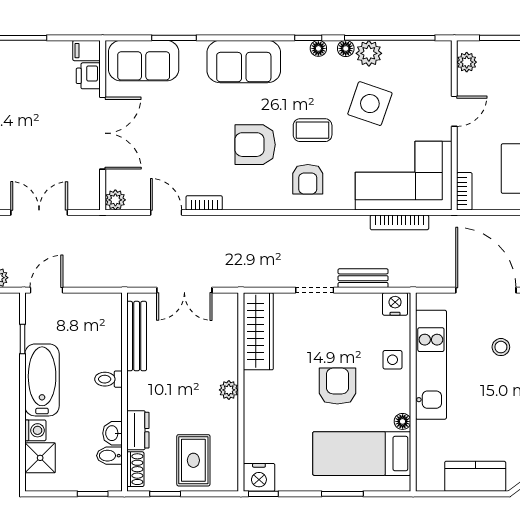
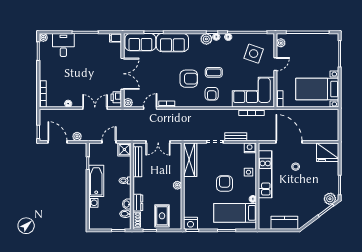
plant: (369, 53) -> (206, 39), moved
sofa: (244, 62) -> (172, 43), moved
printer: (88, 76) -> (116, 97), moved
side table: (370, 104) -> (254, 54), moved
armchair: (255, 145) -> (189, 79), turned 180
door: (166, 213) -> (150, 108), hinge flipped
door: (47, 290) -> (109, 142), moved
shower: (40, 458) -> (124, 150), moved

